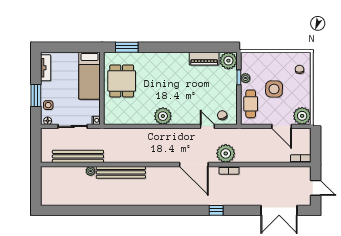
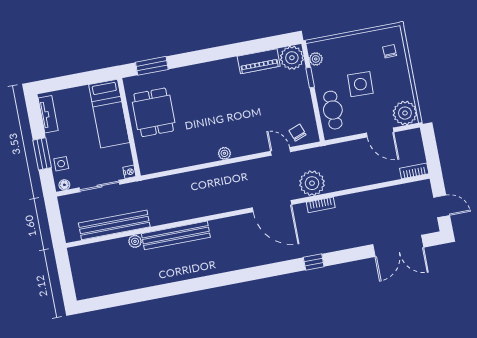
plant: (245, 78) -> (316, 59), moved
plant: (163, 116) -> (224, 153), width x0.53, depth x0.53

